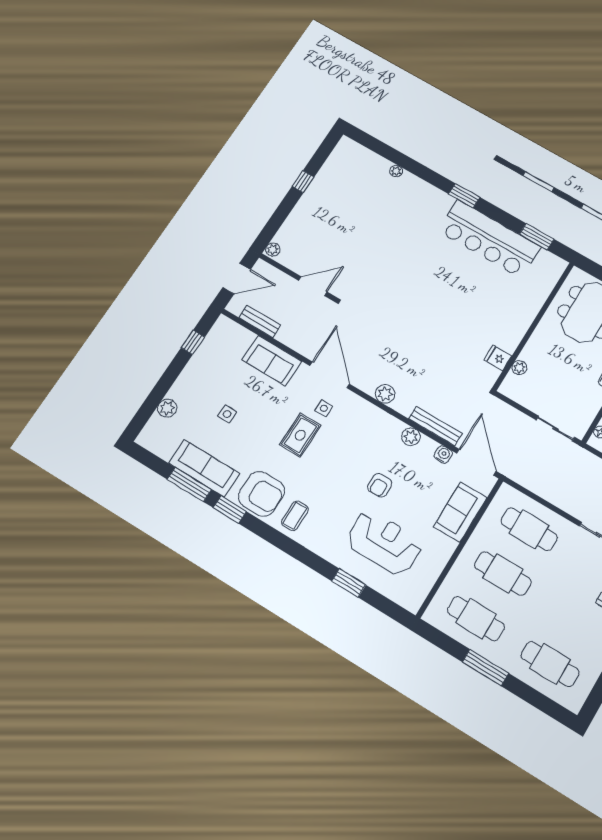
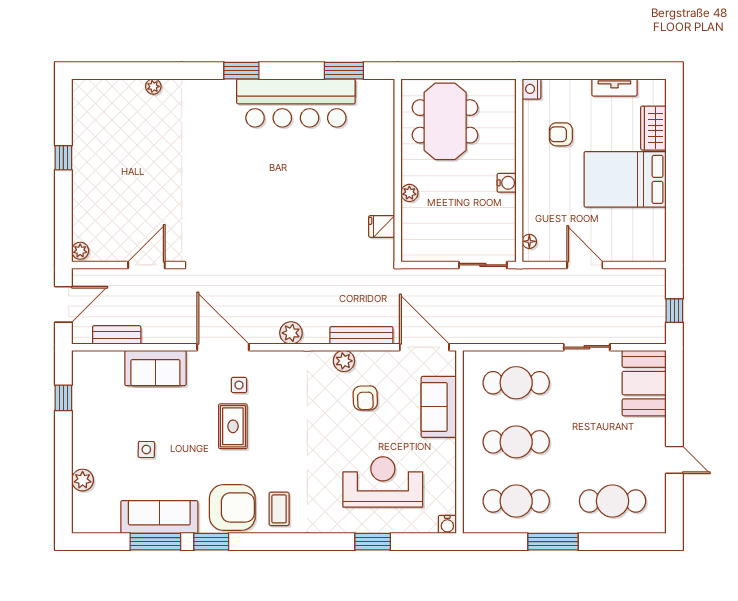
plant: (519, 368) -> (409, 193), moved
water cooler: (443, 454) -> (447, 524), moved, turned 180
armchair: (380, 485) -> (365, 398), moved

